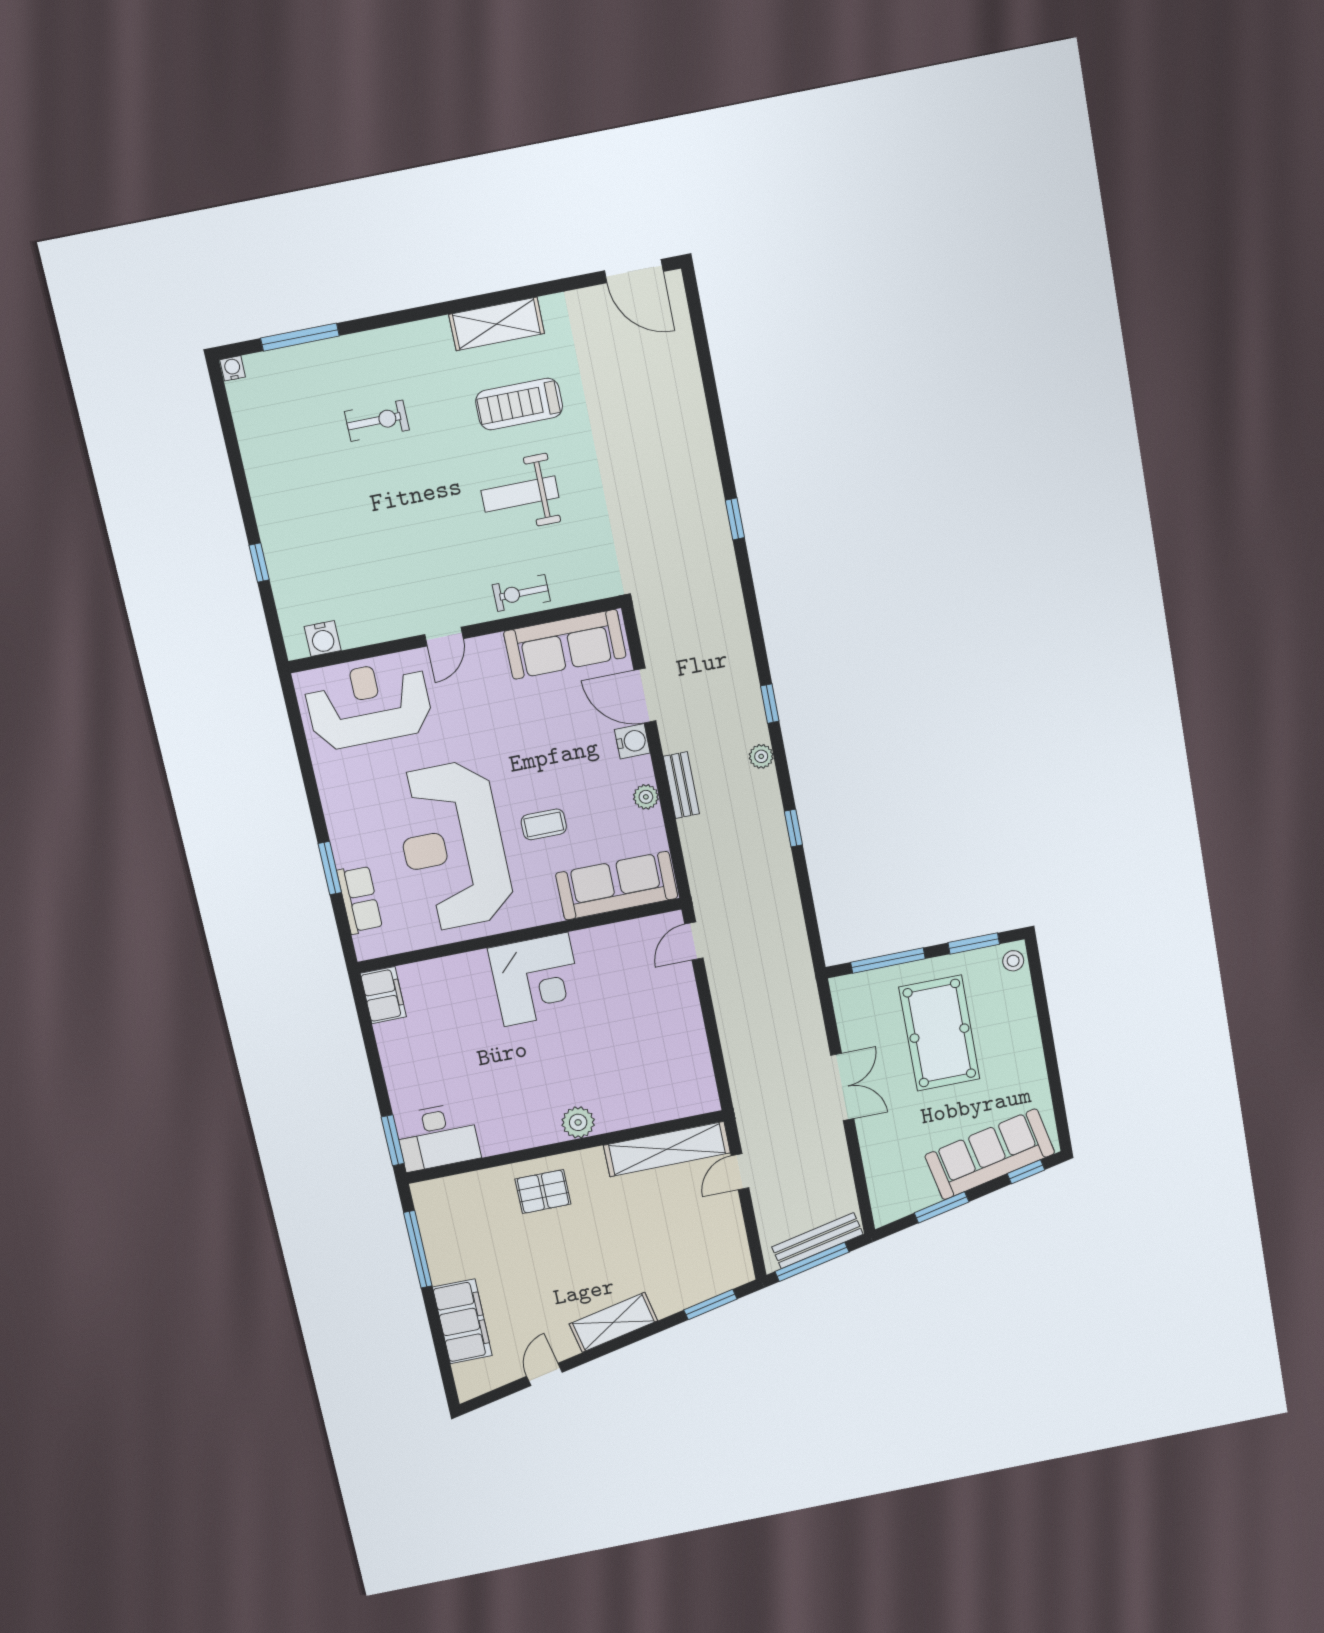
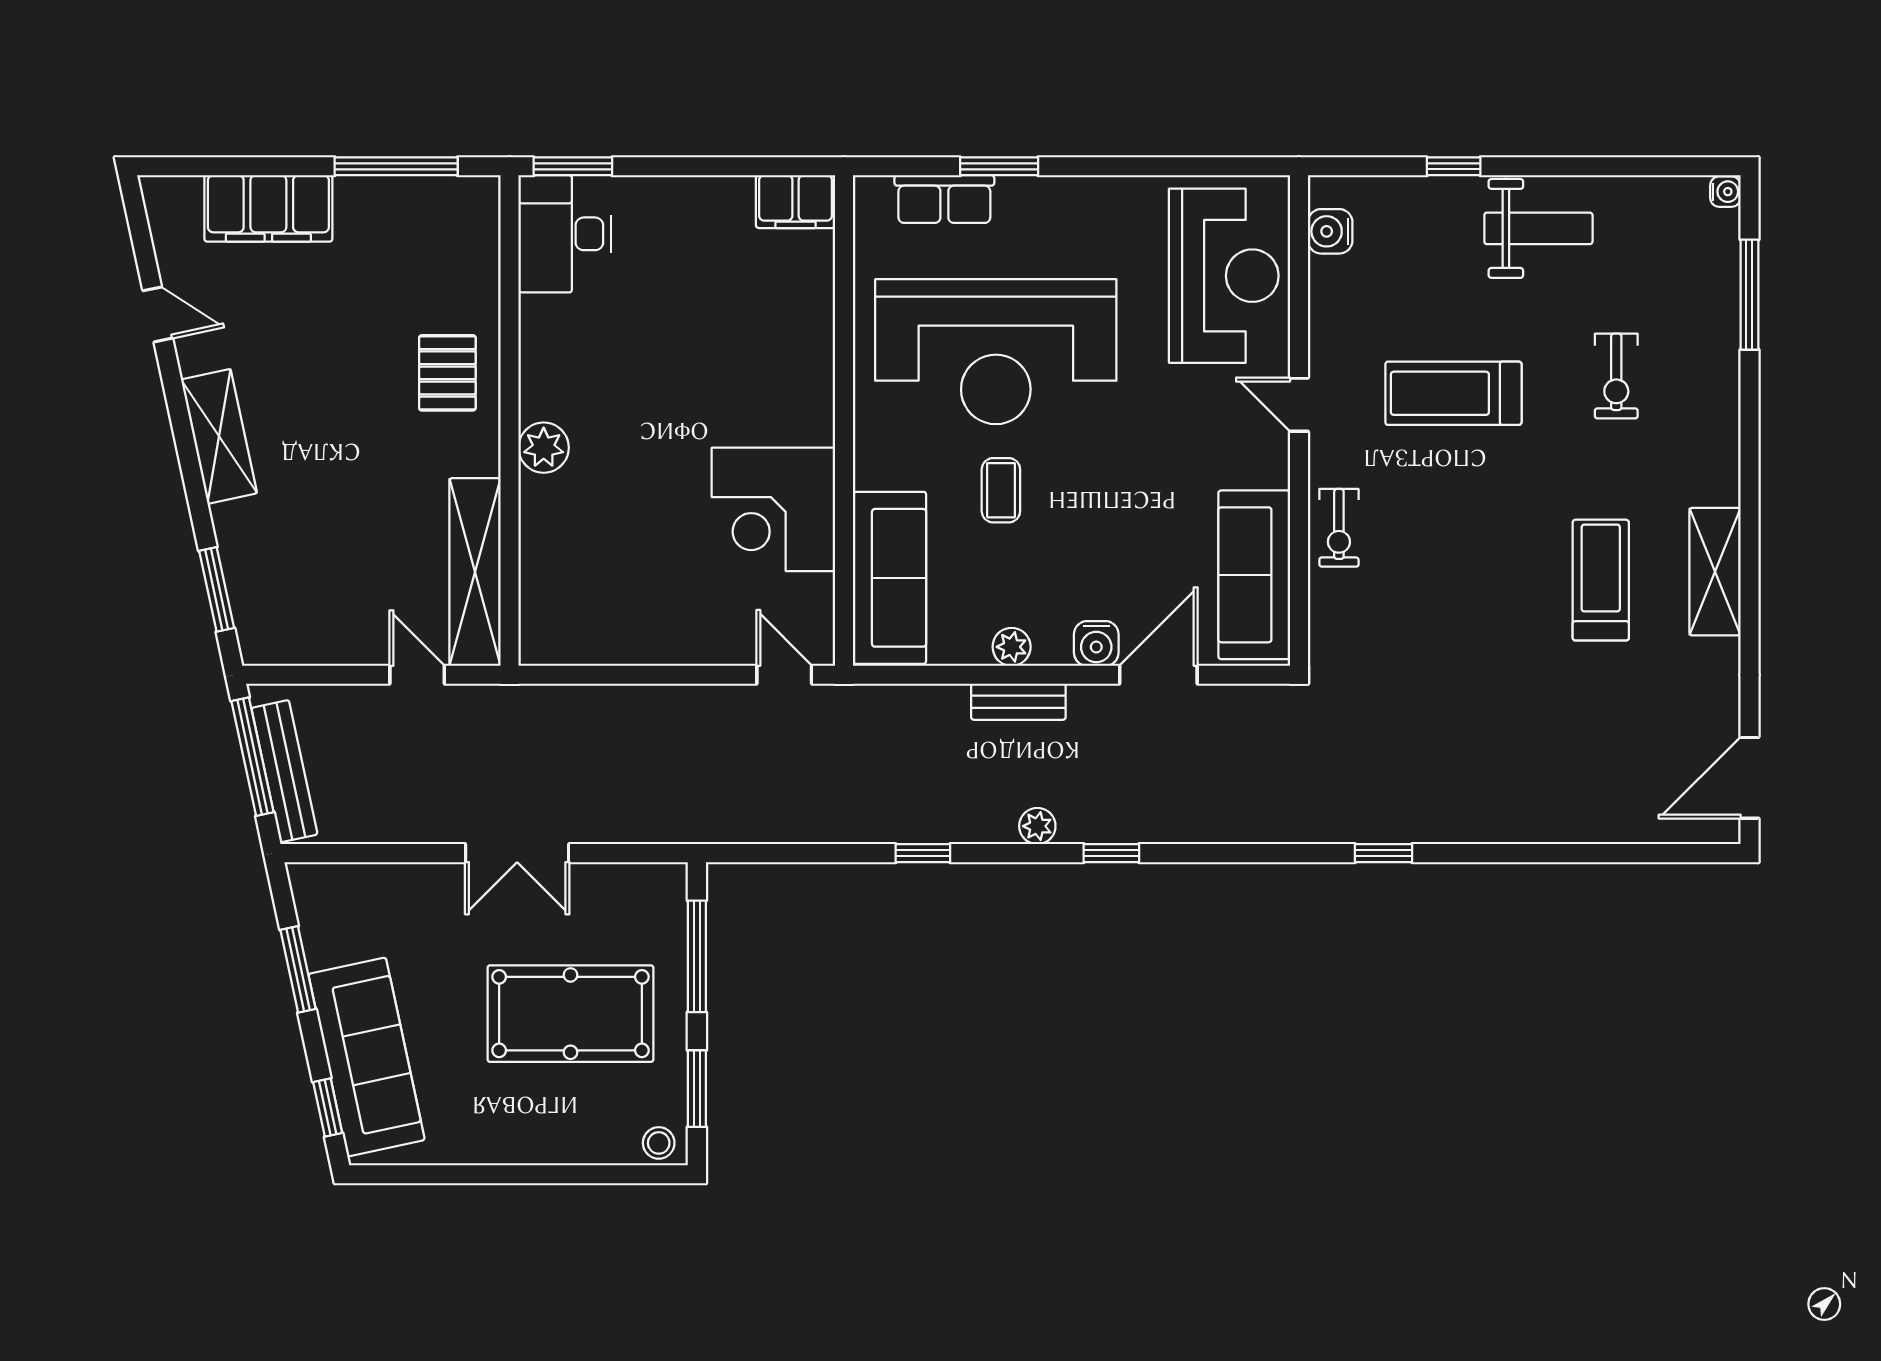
weight bench: (520, 494) -> (1538, 228), moved, turned 90
treadmill: (413, 532) -> (1453, 393), added
exercise bike: (521, 593) -> (1339, 528), turned 180
reception desk: (453, 846) -> (996, 352), turned 180
corner desk: (536, 980) -> (773, 509), moved

